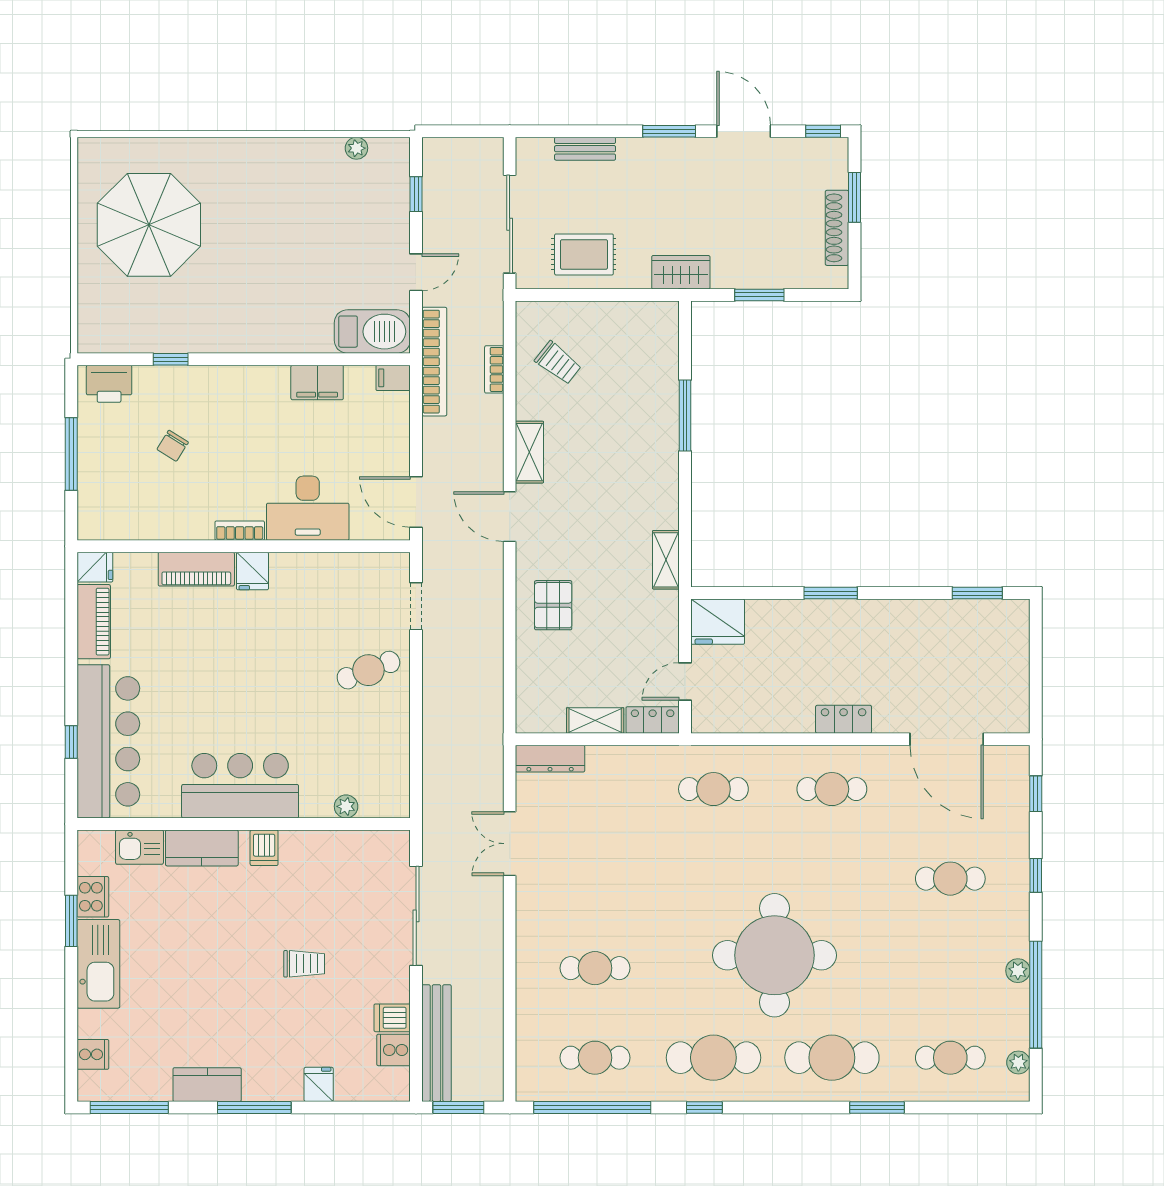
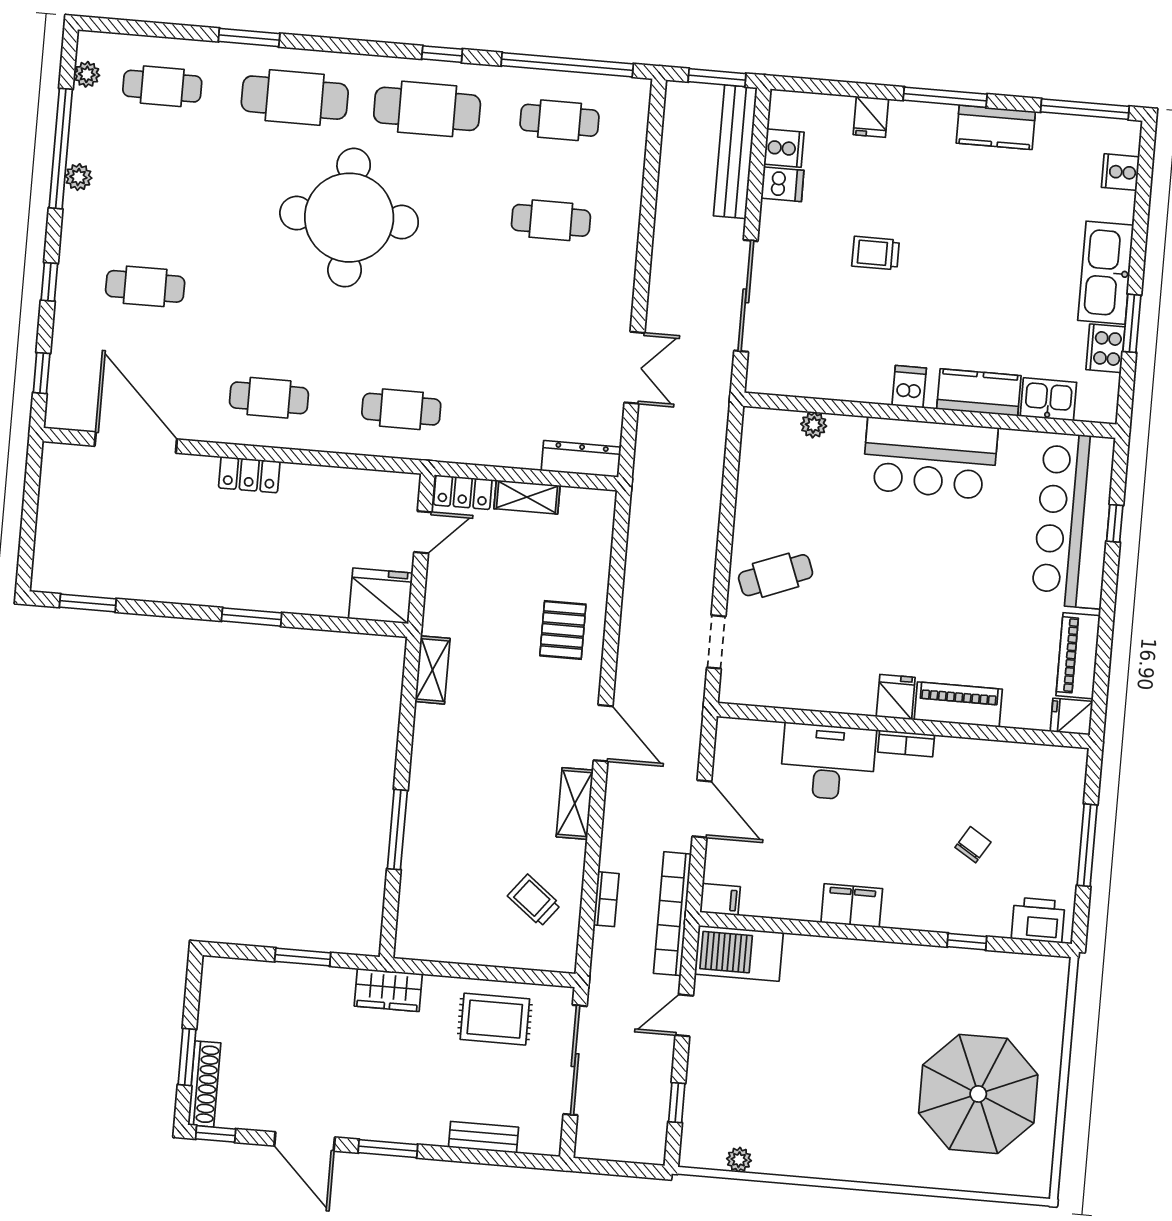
shoe rack: (837, 228) -> (204, 1084), moved
filing cabinet: (317, 382) -> (852, 906), moved
door: (416, 502) -> (702, 809), moved

